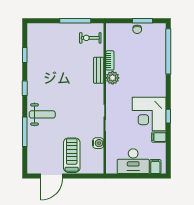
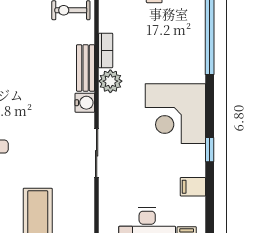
corner desk: (149, 114) -> (175, 114), moved
water cooler: (98, 143) -> (85, 103), moved

